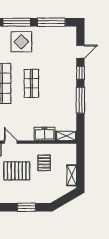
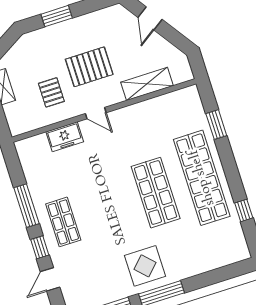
shop shelf: (31, 83) -> (63, 222), moved
shelving: (66, 136) -> (31, 144), removed
door: (11, 142) -> (96, 113), moved

